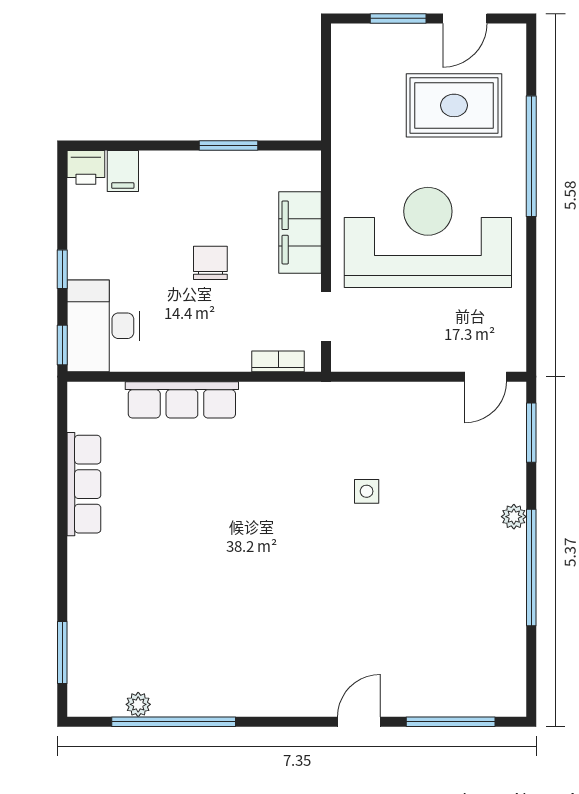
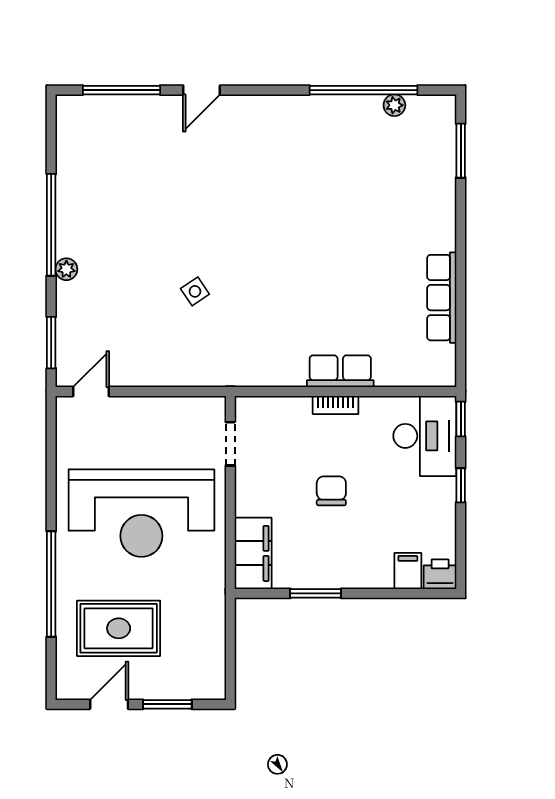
filing cabinet: (300, 232) -> (253, 553), moved
chair: (210, 263) -> (331, 491), turned 180
bookcase: (278, 361) -> (336, 405), moved
row of seats: (182, 400) -> (340, 371), width x0.68
side table: (367, 491) -> (195, 291), turned -34

